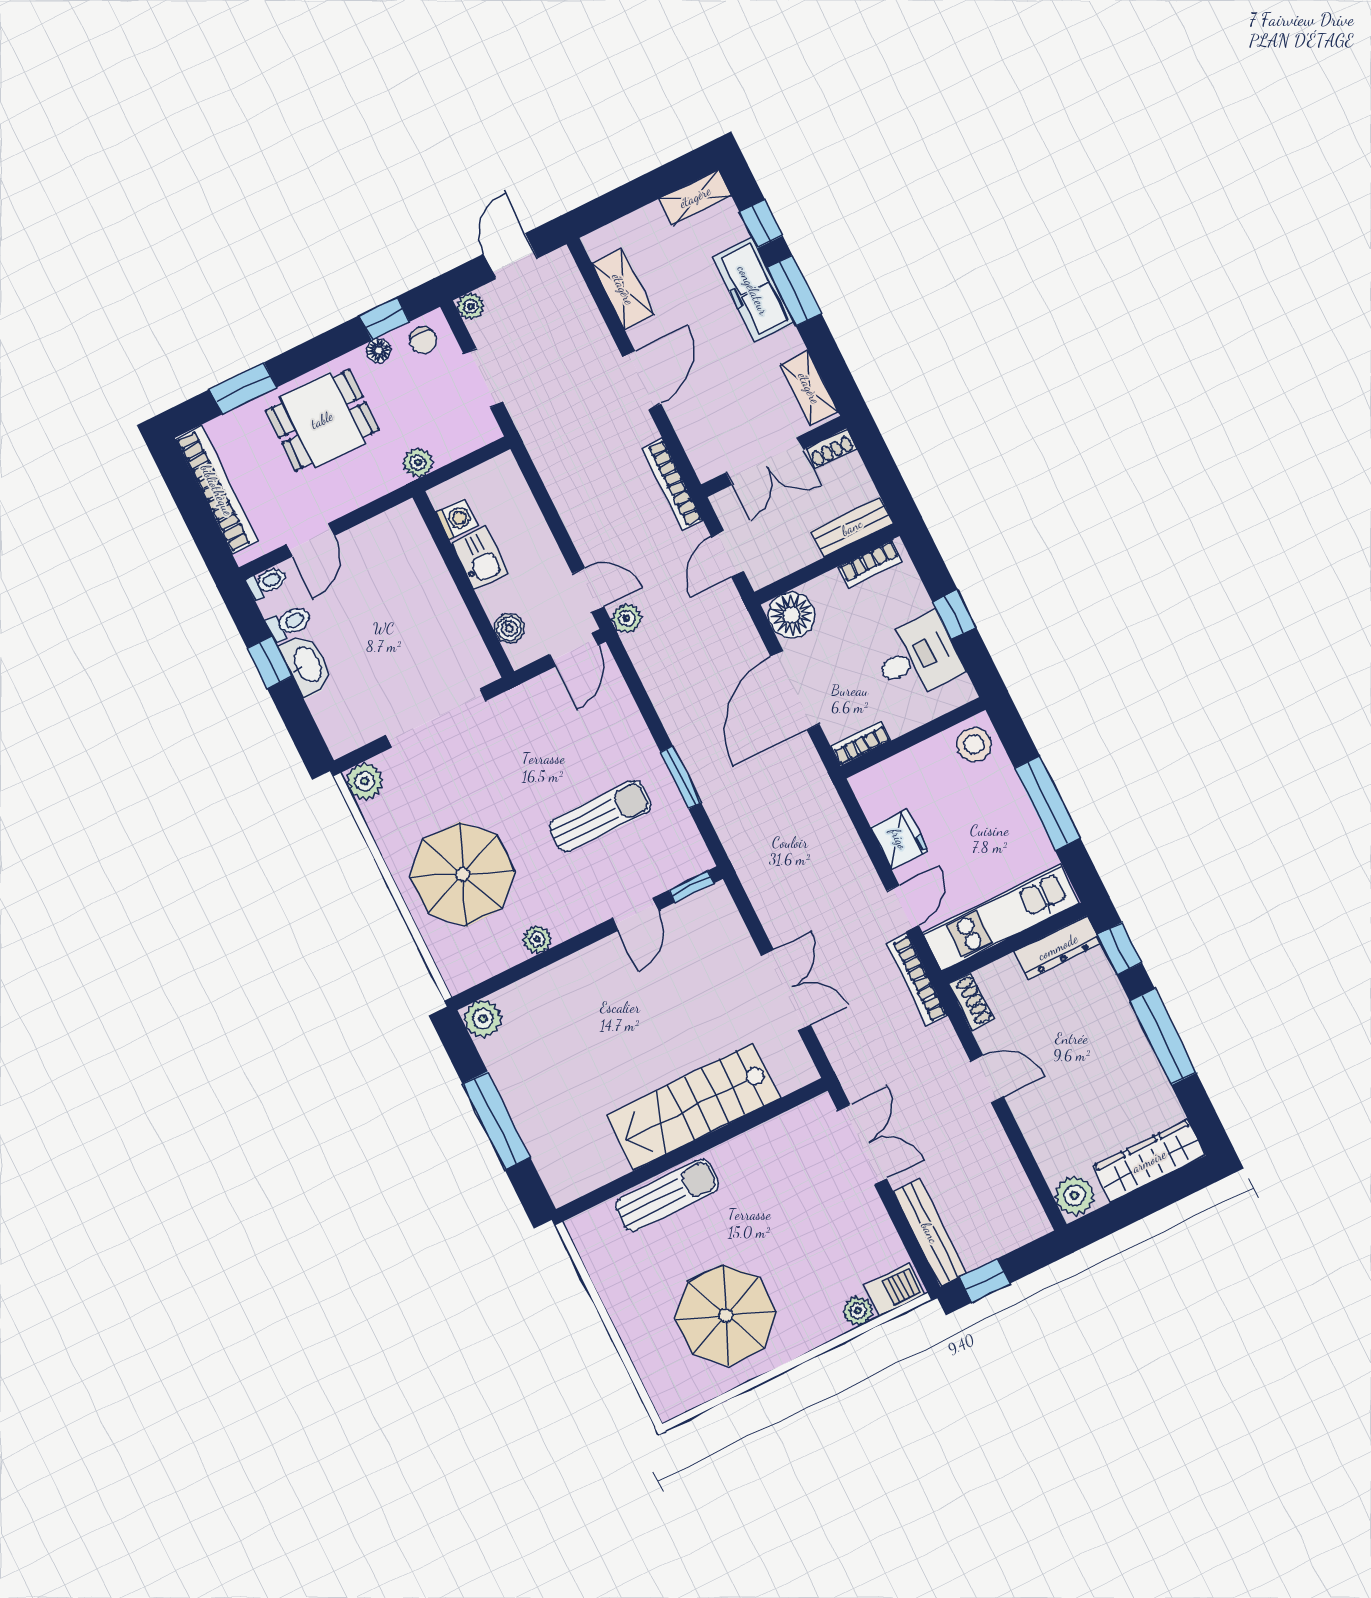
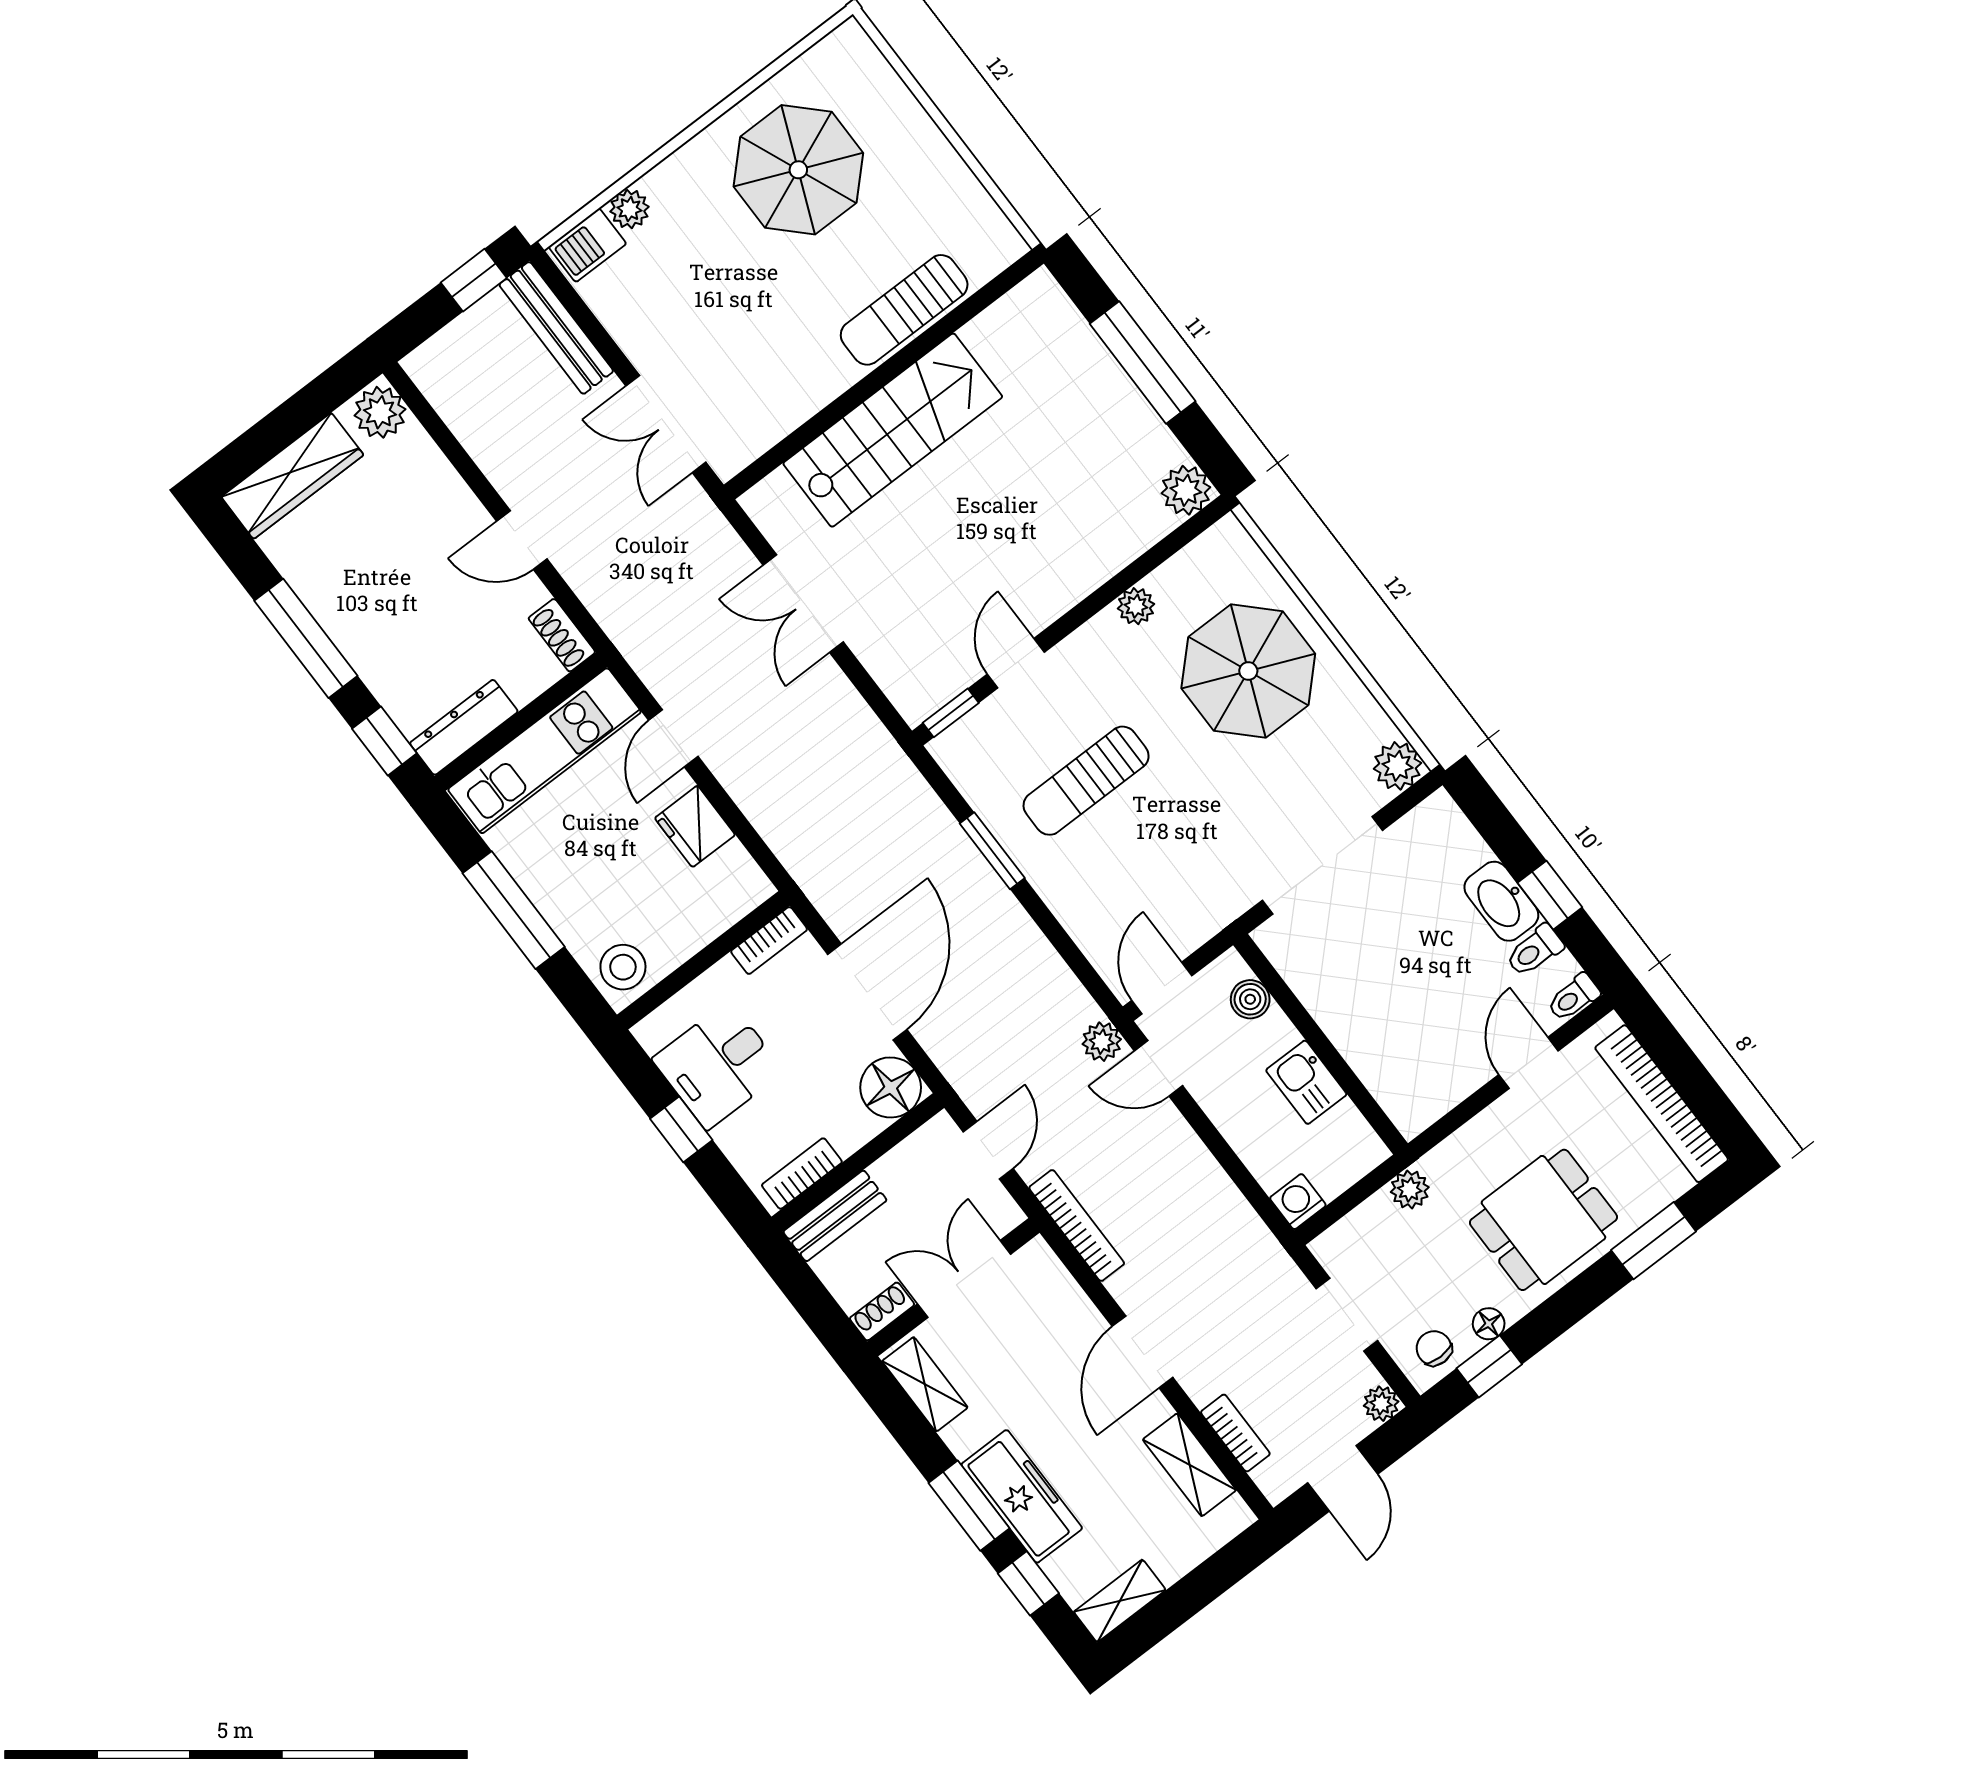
washing machine: (456, 519) -> (1298, 1202), moved, turned 90
bookcase: (917, 980) -> (1235, 1433), moved, width x0.64

